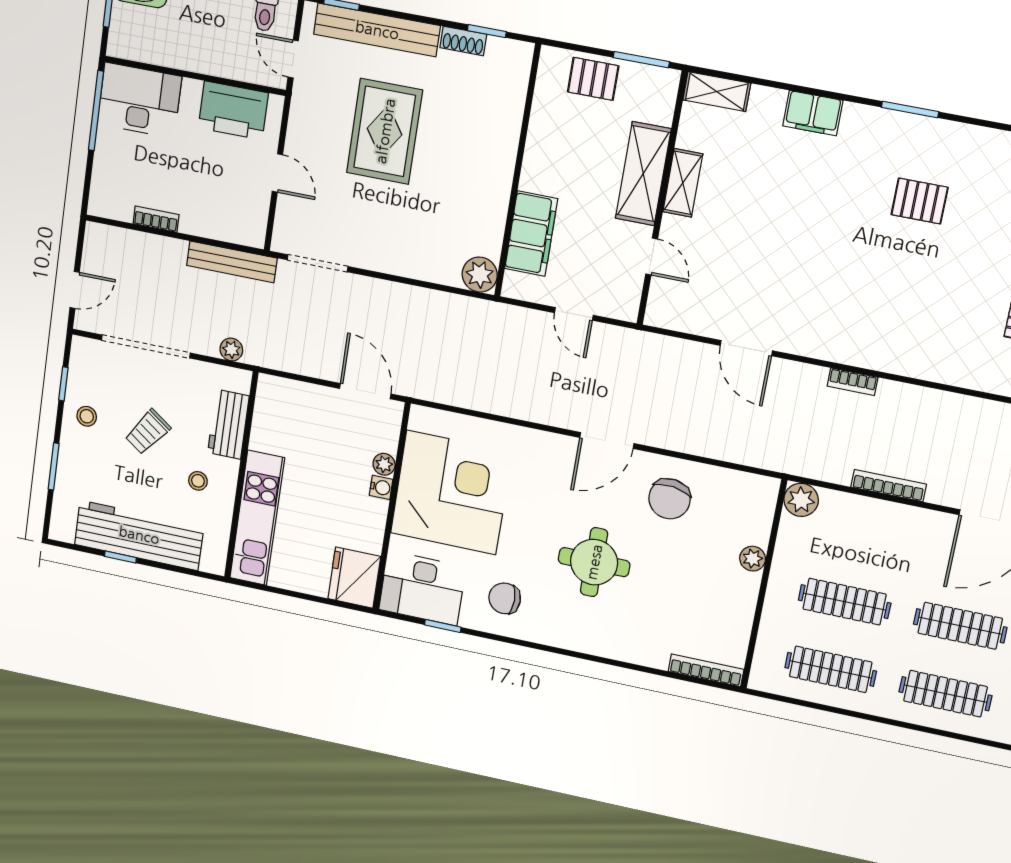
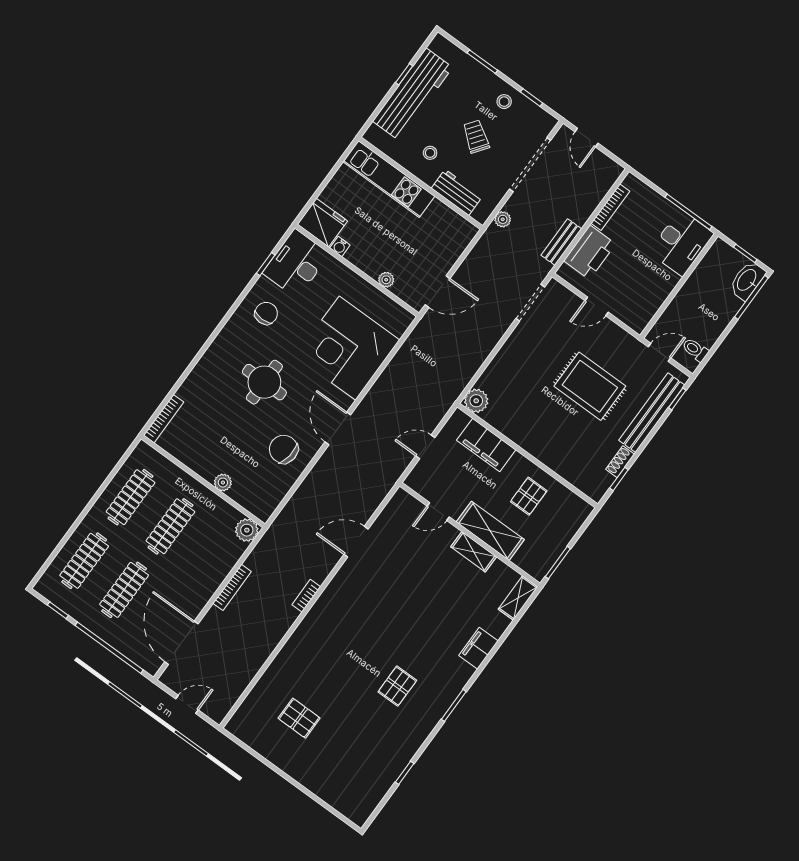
pallet: (593, 79) -> (529, 496), moved
printer: (233, 110) -> (590, 252), moved, turned 180
bookcase: (156, 219) -> (610, 207), width x1.56
bench: (232, 262) -> (561, 242), width x0.73
water cooler: (381, 487) -> (340, 247), moved
corner desk: (451, 493) -> (347, 348), moved, turned 90

